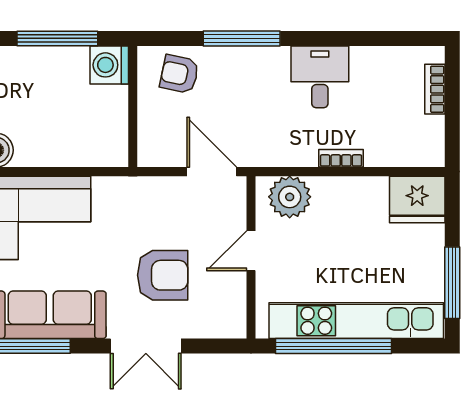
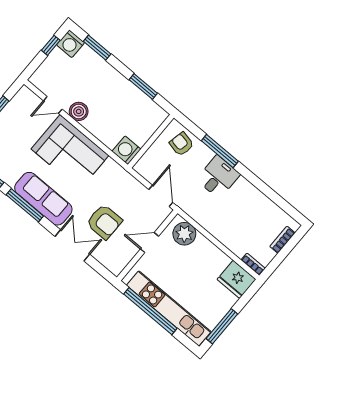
window: (57, 38) -> (143, 87), width x0.69
washing machine: (109, 65) -> (126, 150), moved
desk: (320, 77) -> (218, 177), moved
bookcase: (341, 158) -> (253, 264), moved
double door: (146, 346) -> (72, 245), swing flipped

